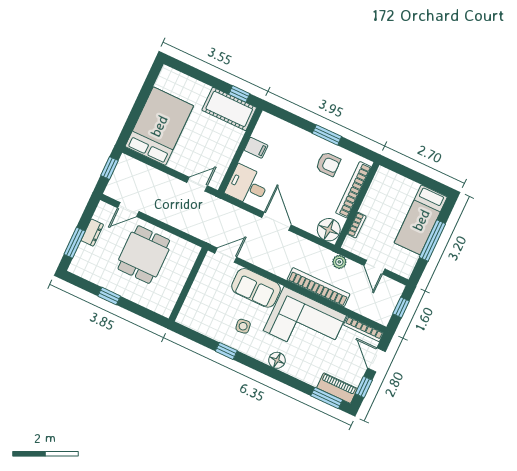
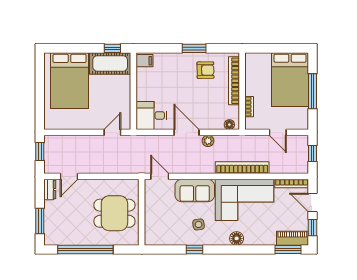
bed: (159, 126) -> (70, 81), moved, turned 180
filing cabinet: (256, 148) -> (145, 61), moved
bed: (421, 220) -> (290, 80), width x1.50
floor lamp: (329, 230) -> (229, 125), width x0.53, depth x0.53
dresser: (92, 233) -> (50, 189), moved
dining table: (144, 255) -> (114, 213), moved, turned 90
door: (226, 255) -> (160, 176), hinge flipped
plant: (339, 262) -> (208, 141), moved
window: (109, 296) -> (85, 249), width x3.17

